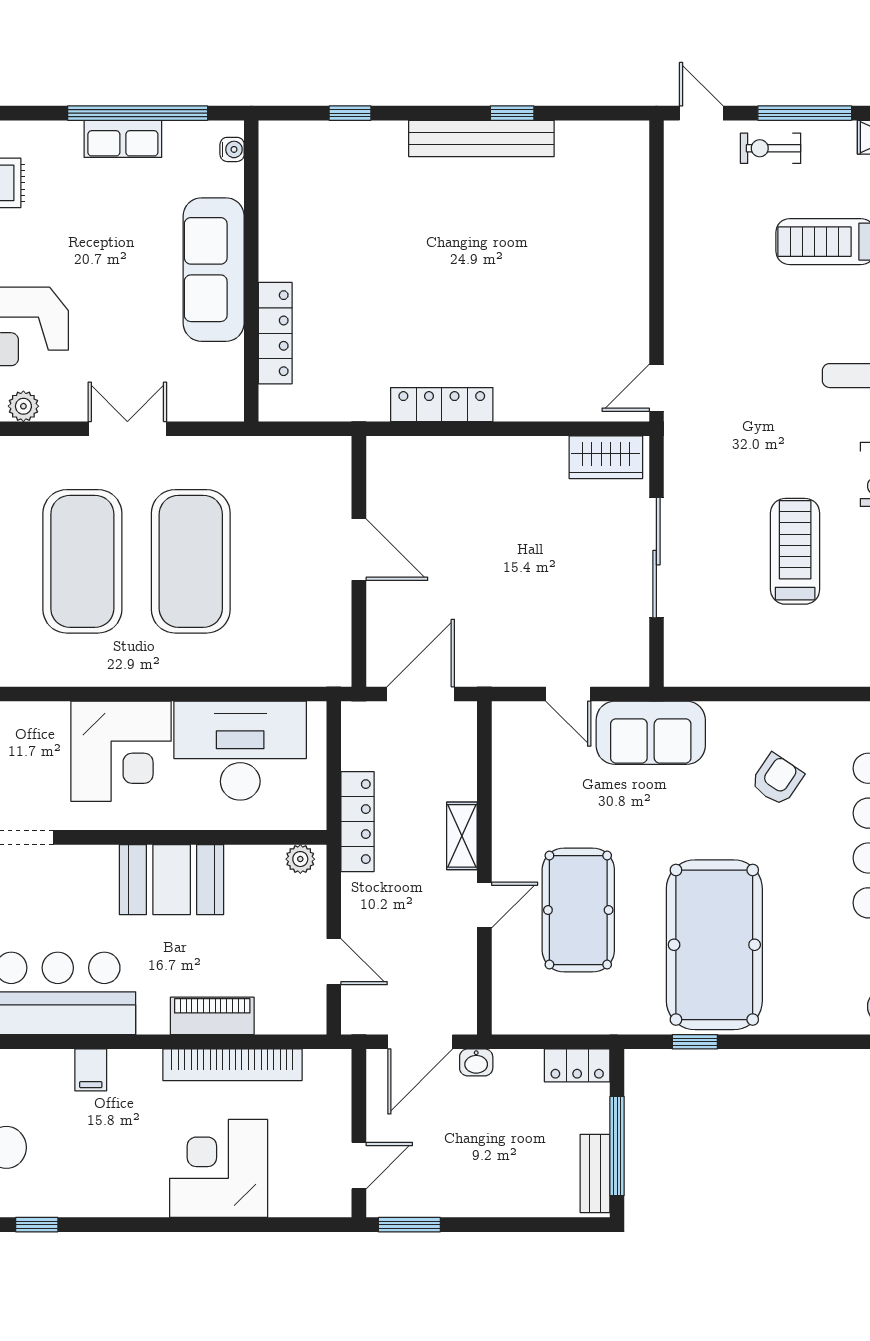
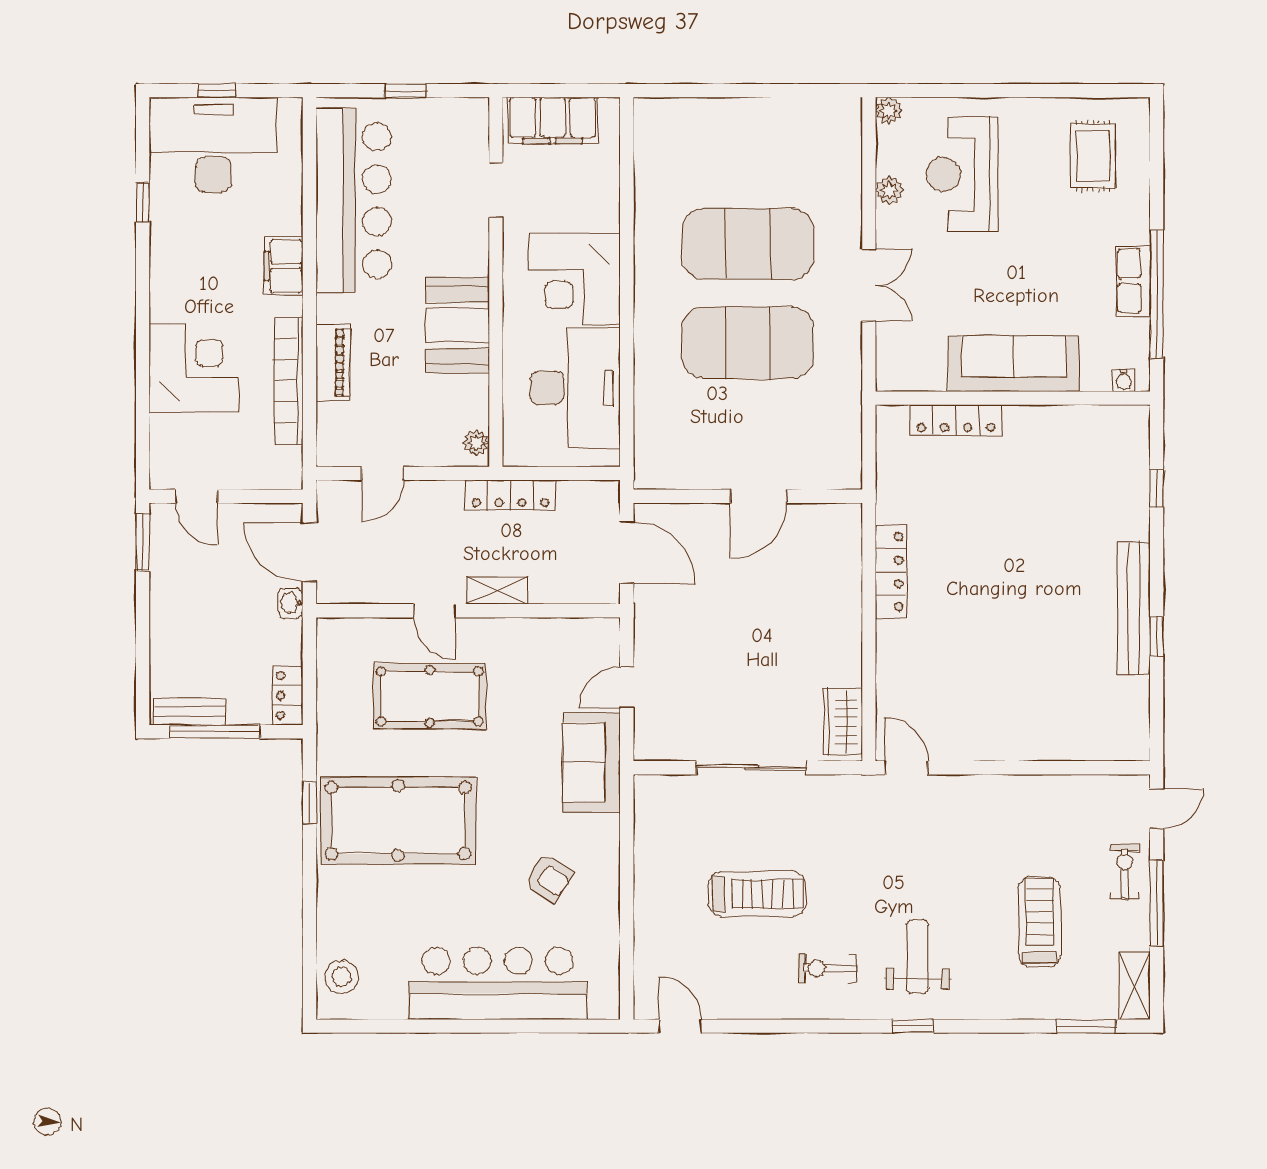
filing cabinet: (91, 1070) -> (284, 266), width x2.00

